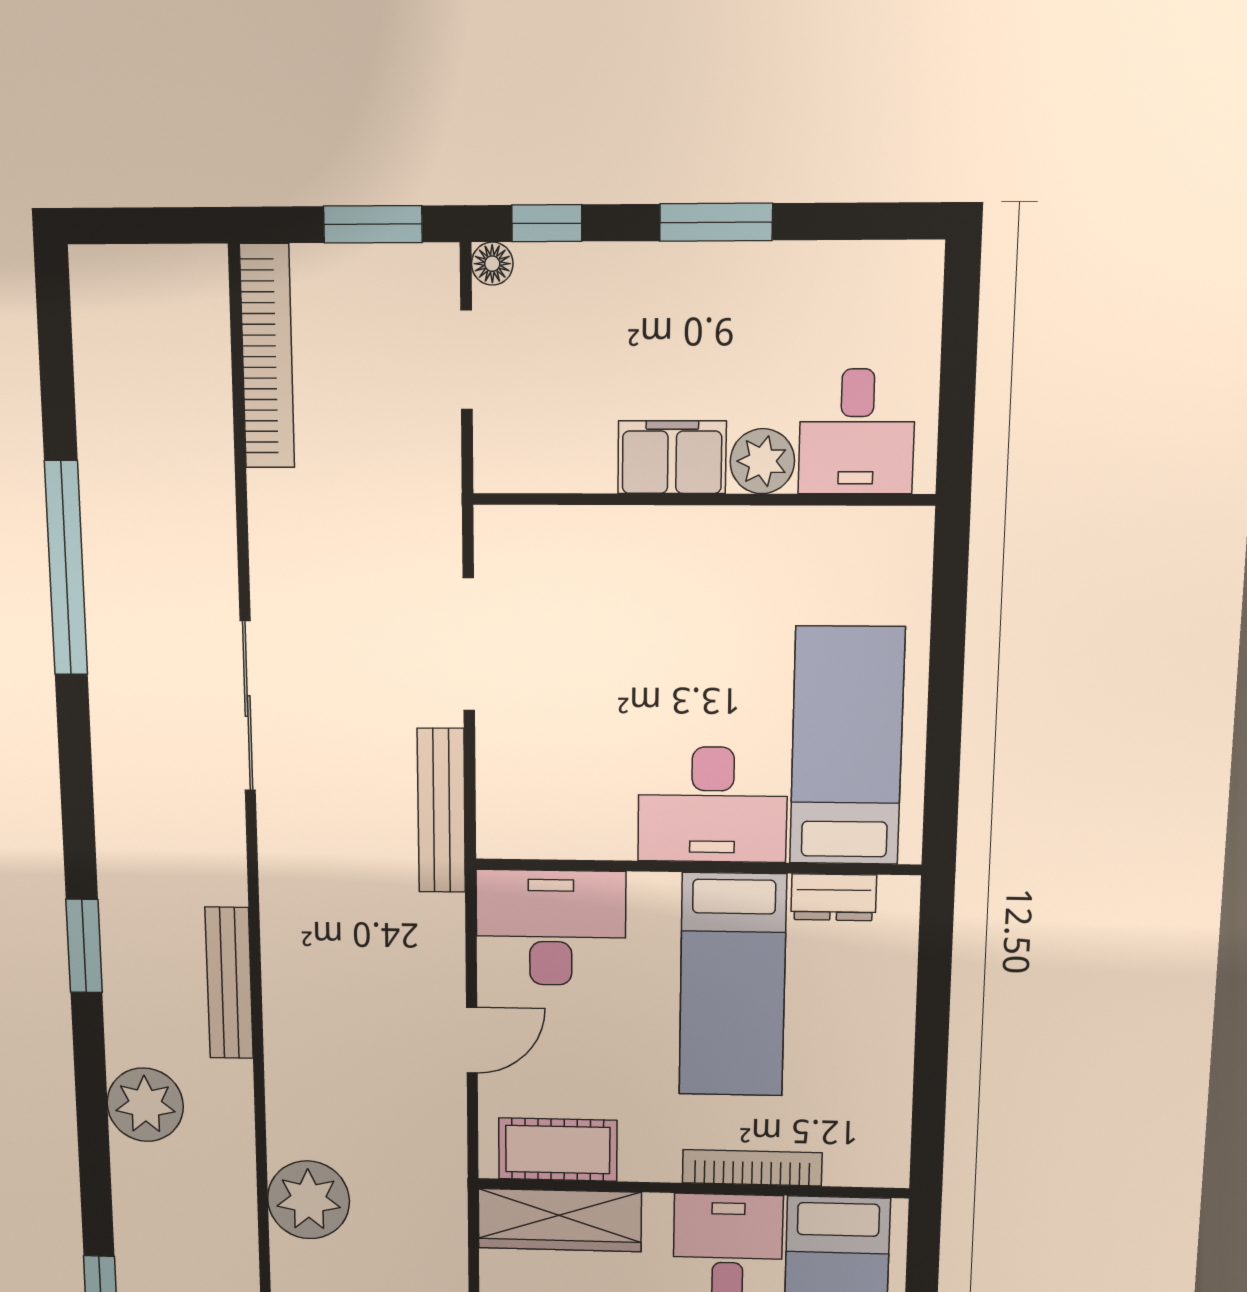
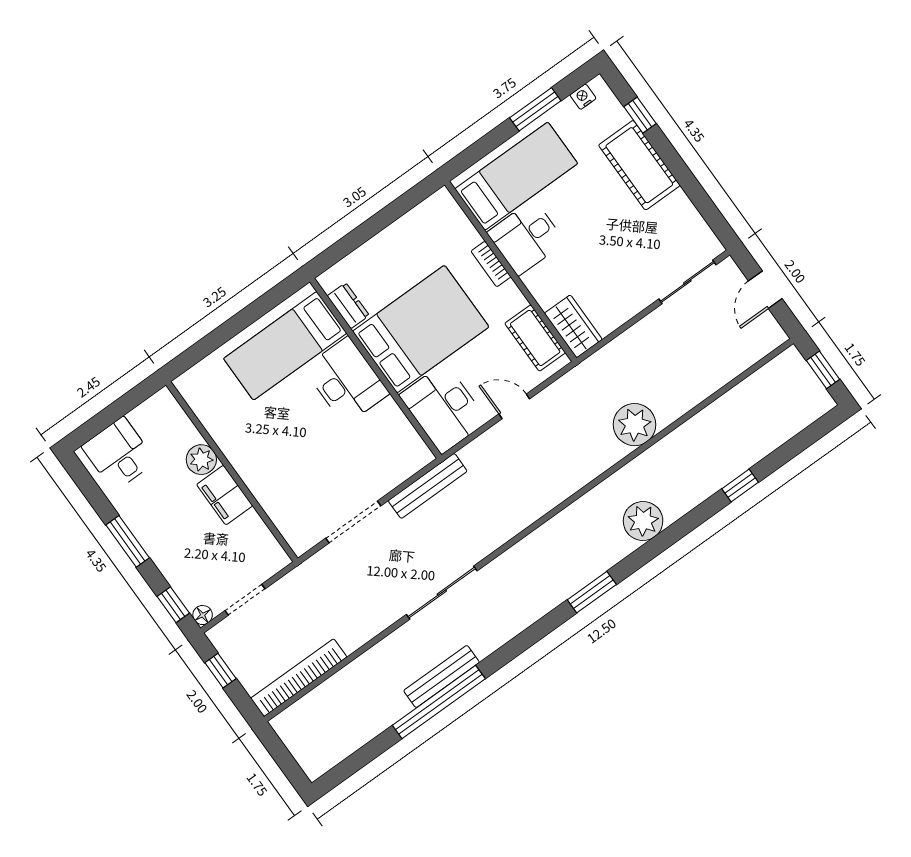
window: (373, 224) -> (221, 671), width x0.67
desk: (857, 432) -> (119, 454), moved, turned -90
bench: (229, 983) -> (442, 677), moved
bed: (732, 985) -> (421, 329), width x1.50
bookcase: (752, 1168) -> (491, 264), width x0.64
wardrobe: (560, 1220) -> (573, 326), width x0.67

